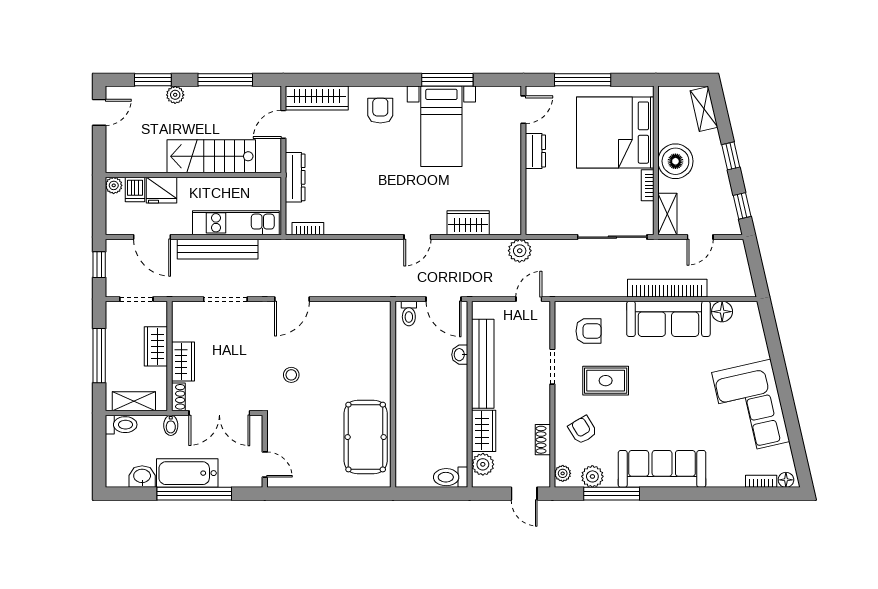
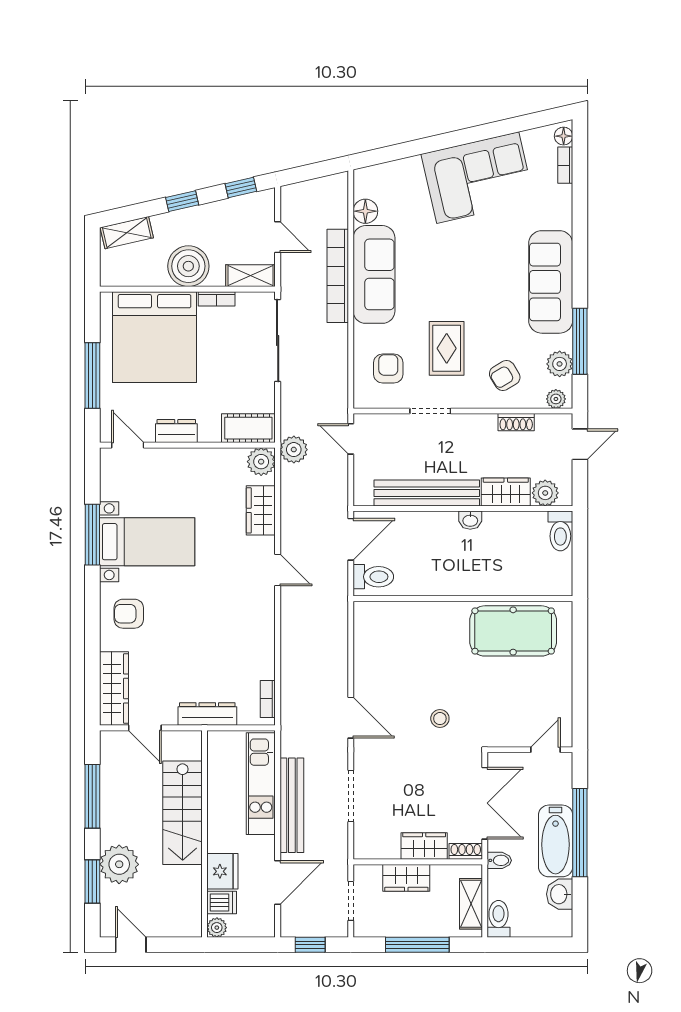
plant: (175, 95) -> (119, 864), width x1.88, depth x1.88
cot: (538, 212) -> (248, 428), added
plant: (509, 223) -> (261, 462), added
toilet: (409, 314) -> (373, 577), width x1.37, depth x1.39
washbasin: (460, 355) -> (470, 520), moved

